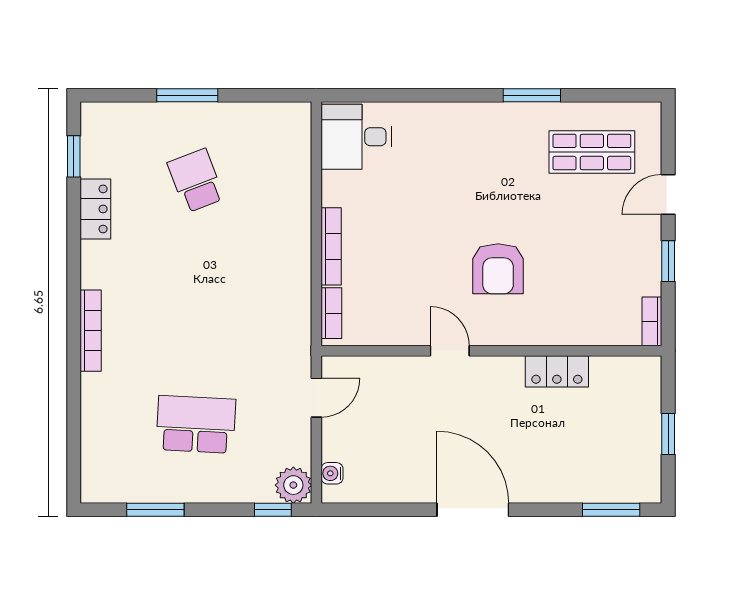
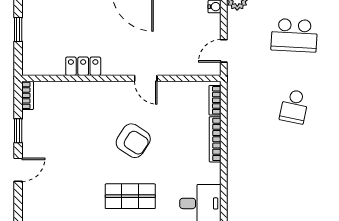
shop shelf: (592, 152) -> (130, 196), moved
school desk: (196, 181) -> (294, 107), moved, turned 33
armchair: (498, 269) -> (133, 141), moved, turned 123

